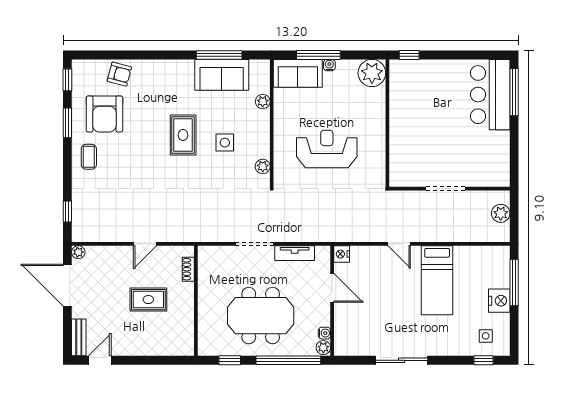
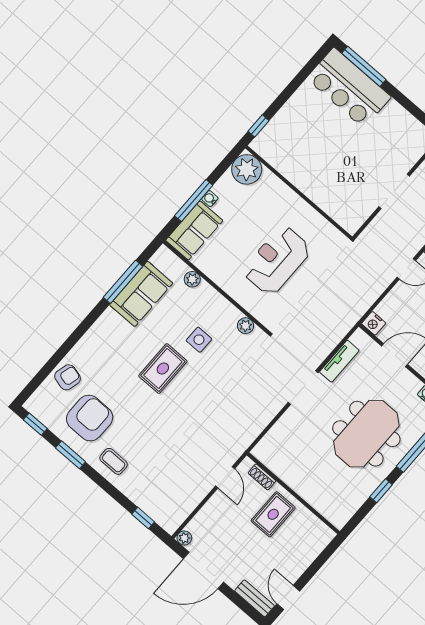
armchair: (104, 114) -> (90, 418), turned -90
rug: (183, 135) -> (163, 369), turned 90
shoe rack: (188, 269) -> (262, 477), moved
wall: (196, 301) -> (293, 493), moved

